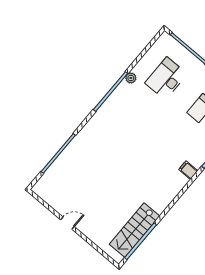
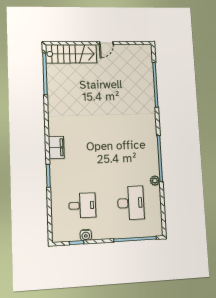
filing cabinet: (188, 170) -> (56, 147), width x2.00
stairs: (134, 230) -> (71, 54), moved, turned 90

